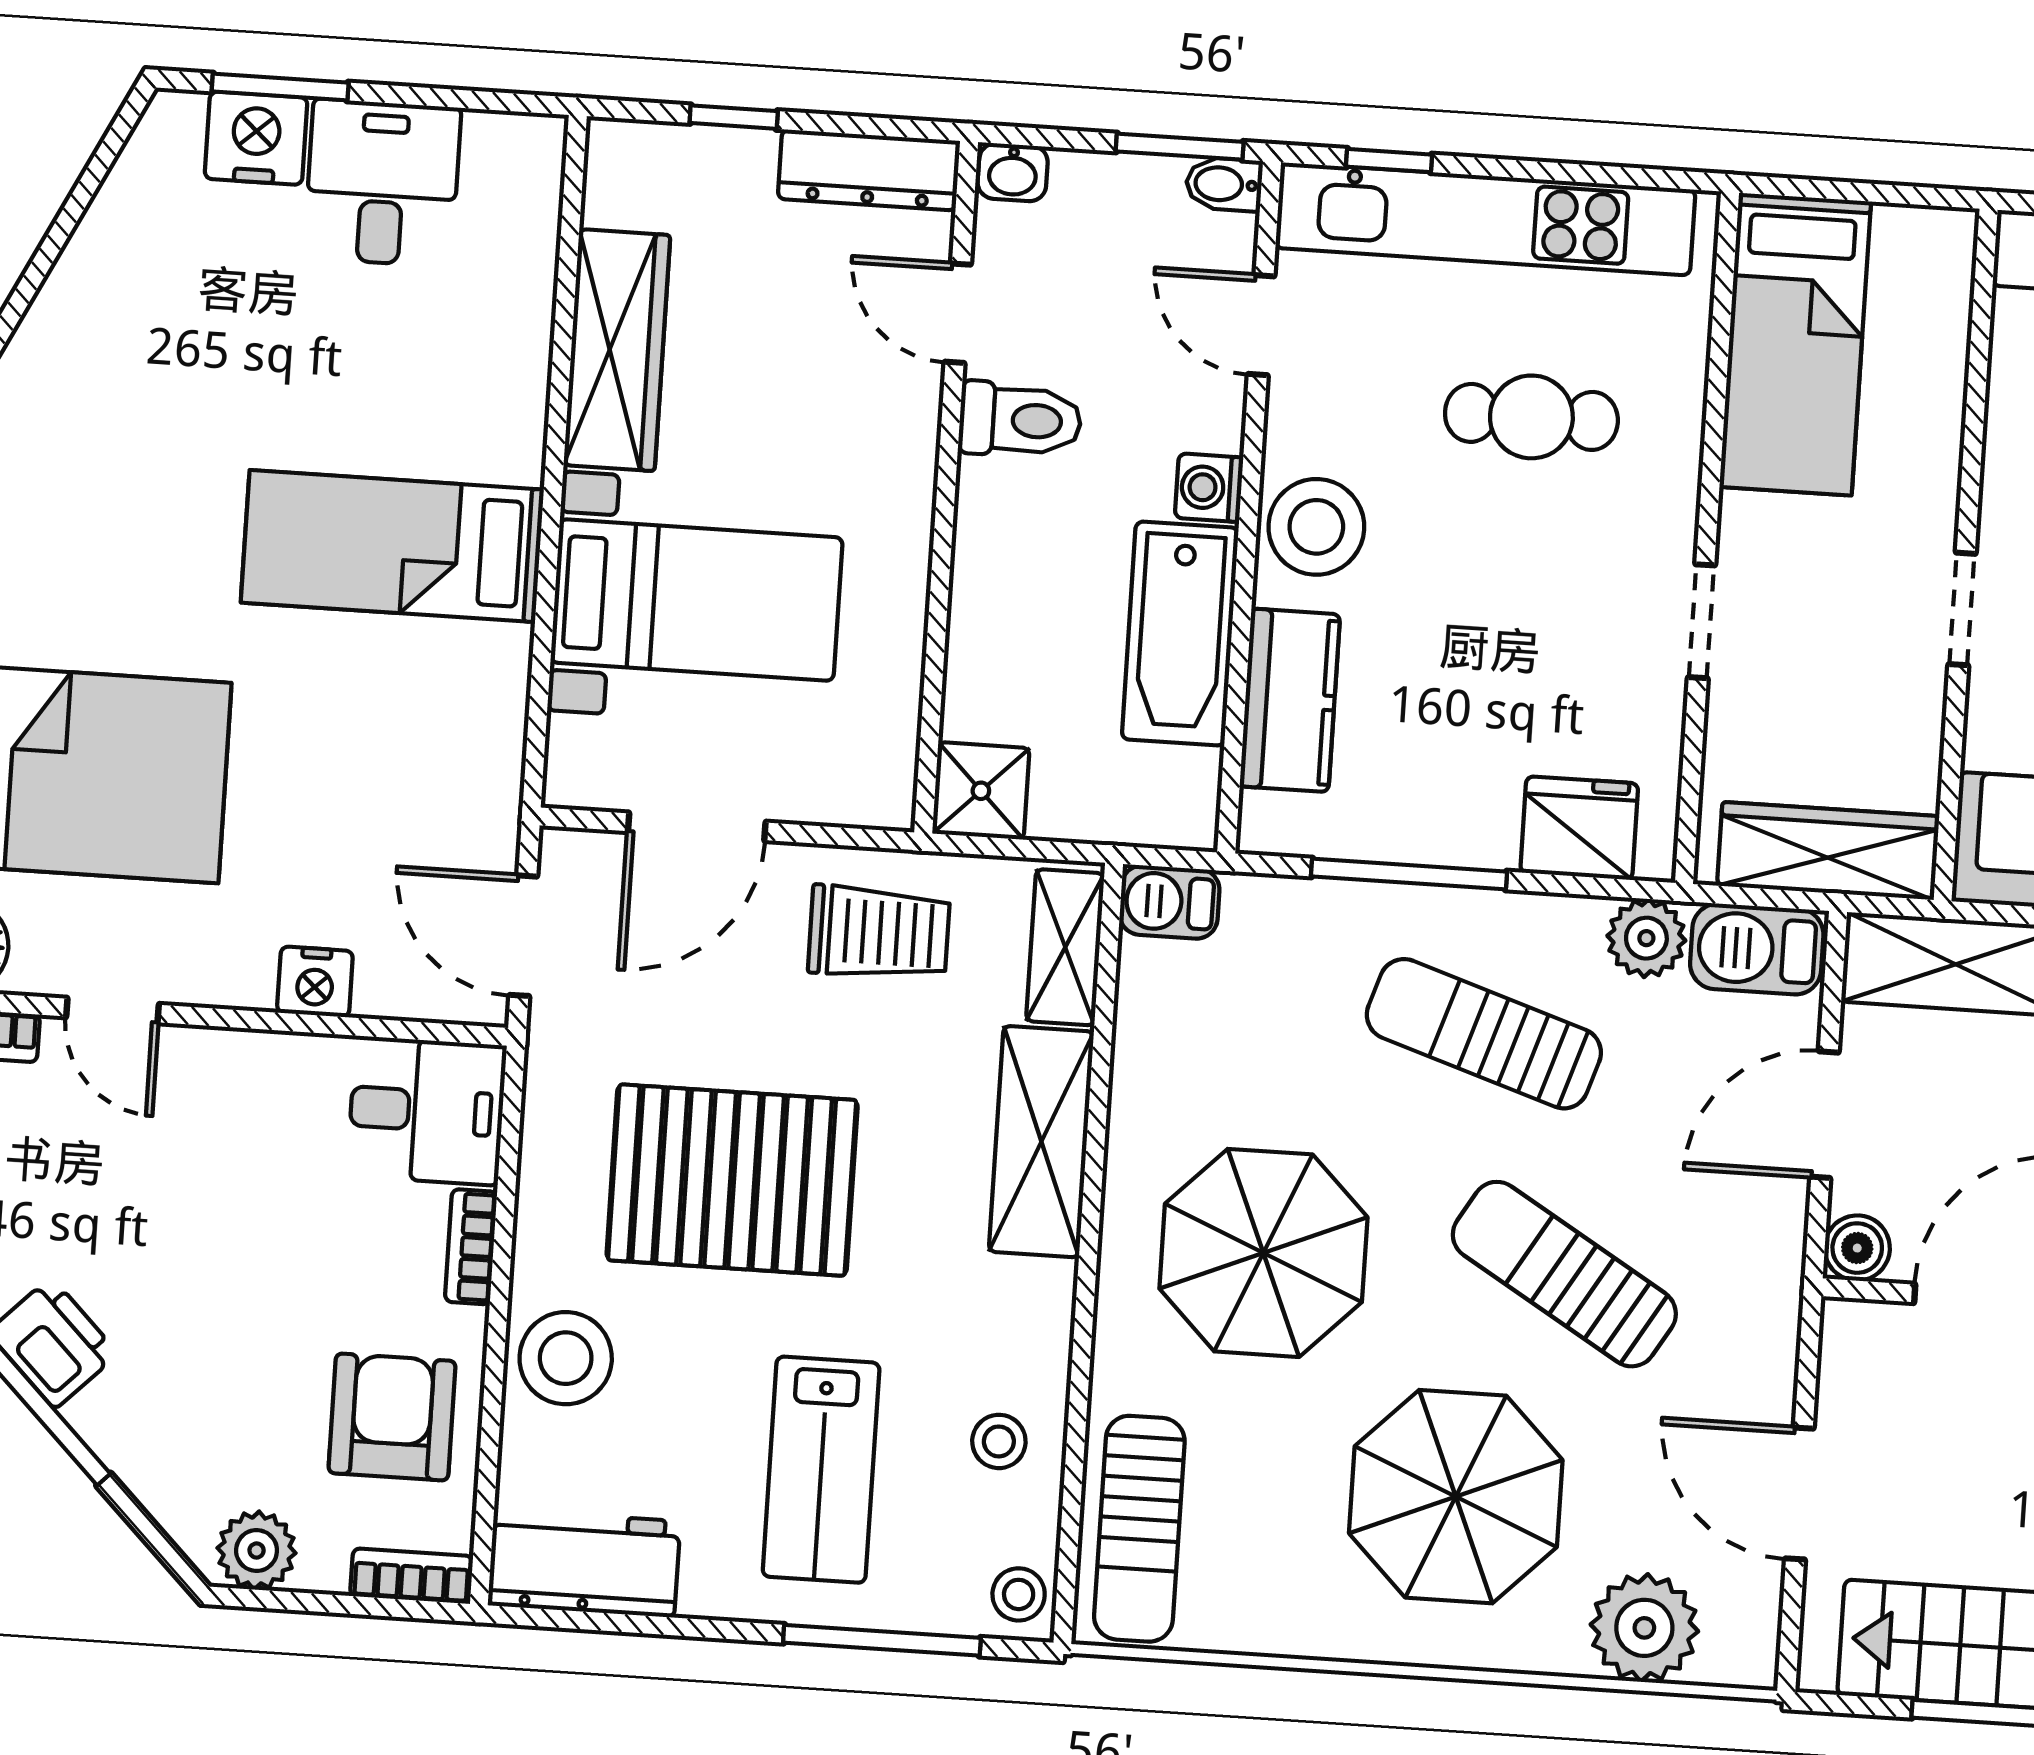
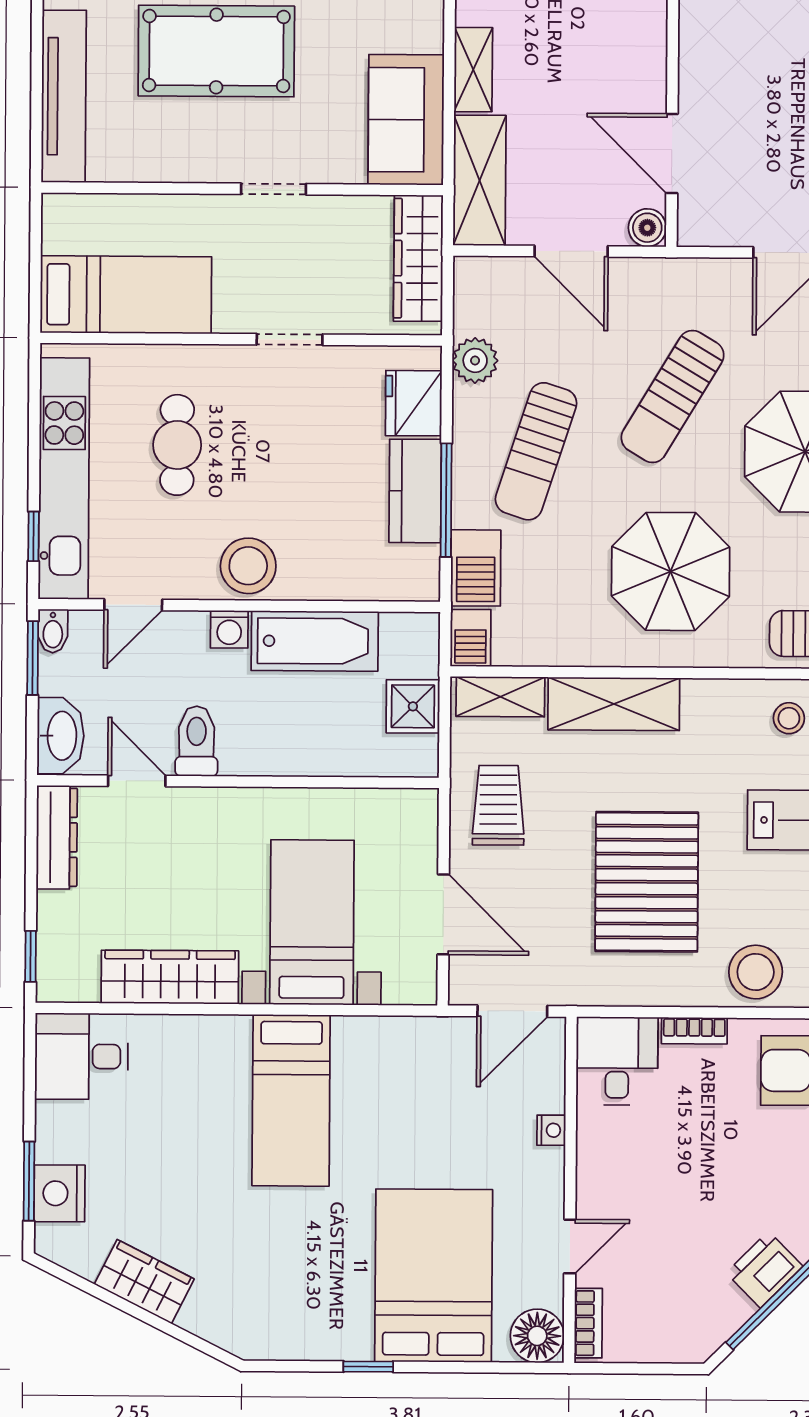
window: (734, 117) -> (31, 956), moved
washbasin: (1013, 172) -> (61, 736), width x1.91, depth x1.45
desk: (382, 183) -> (81, 1056), moved
wardrobe: (96, 275) -> (144, 1282), added
door: (958, 313) -> (137, 781), swing flipped
kitchen counter: (1290, 700) -> (415, 491), moved, turned -90
shower: (981, 791) -> (413, 706), moved
barbecue: (1757, 949) -> (476, 568), moved
nightstand: (315, 982) -> (551, 1130), width x0.72, depth x0.74

